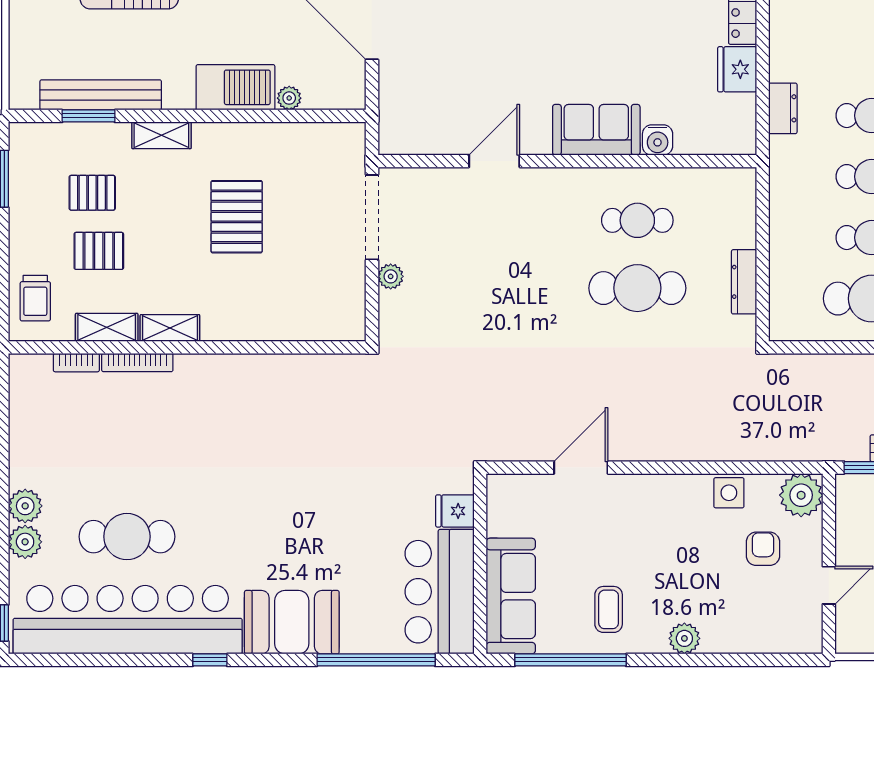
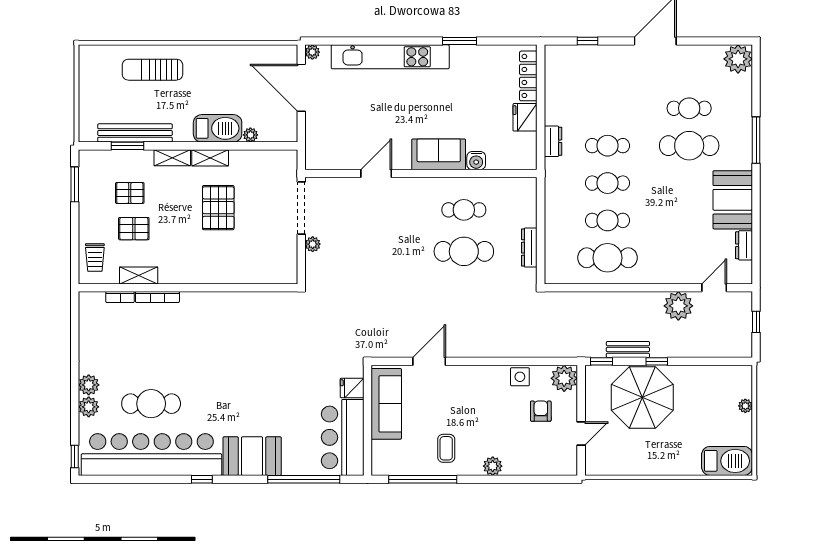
shelving: (170, 328) -> (210, 158), moved
sofa: (511, 596) -> (386, 404), moved

